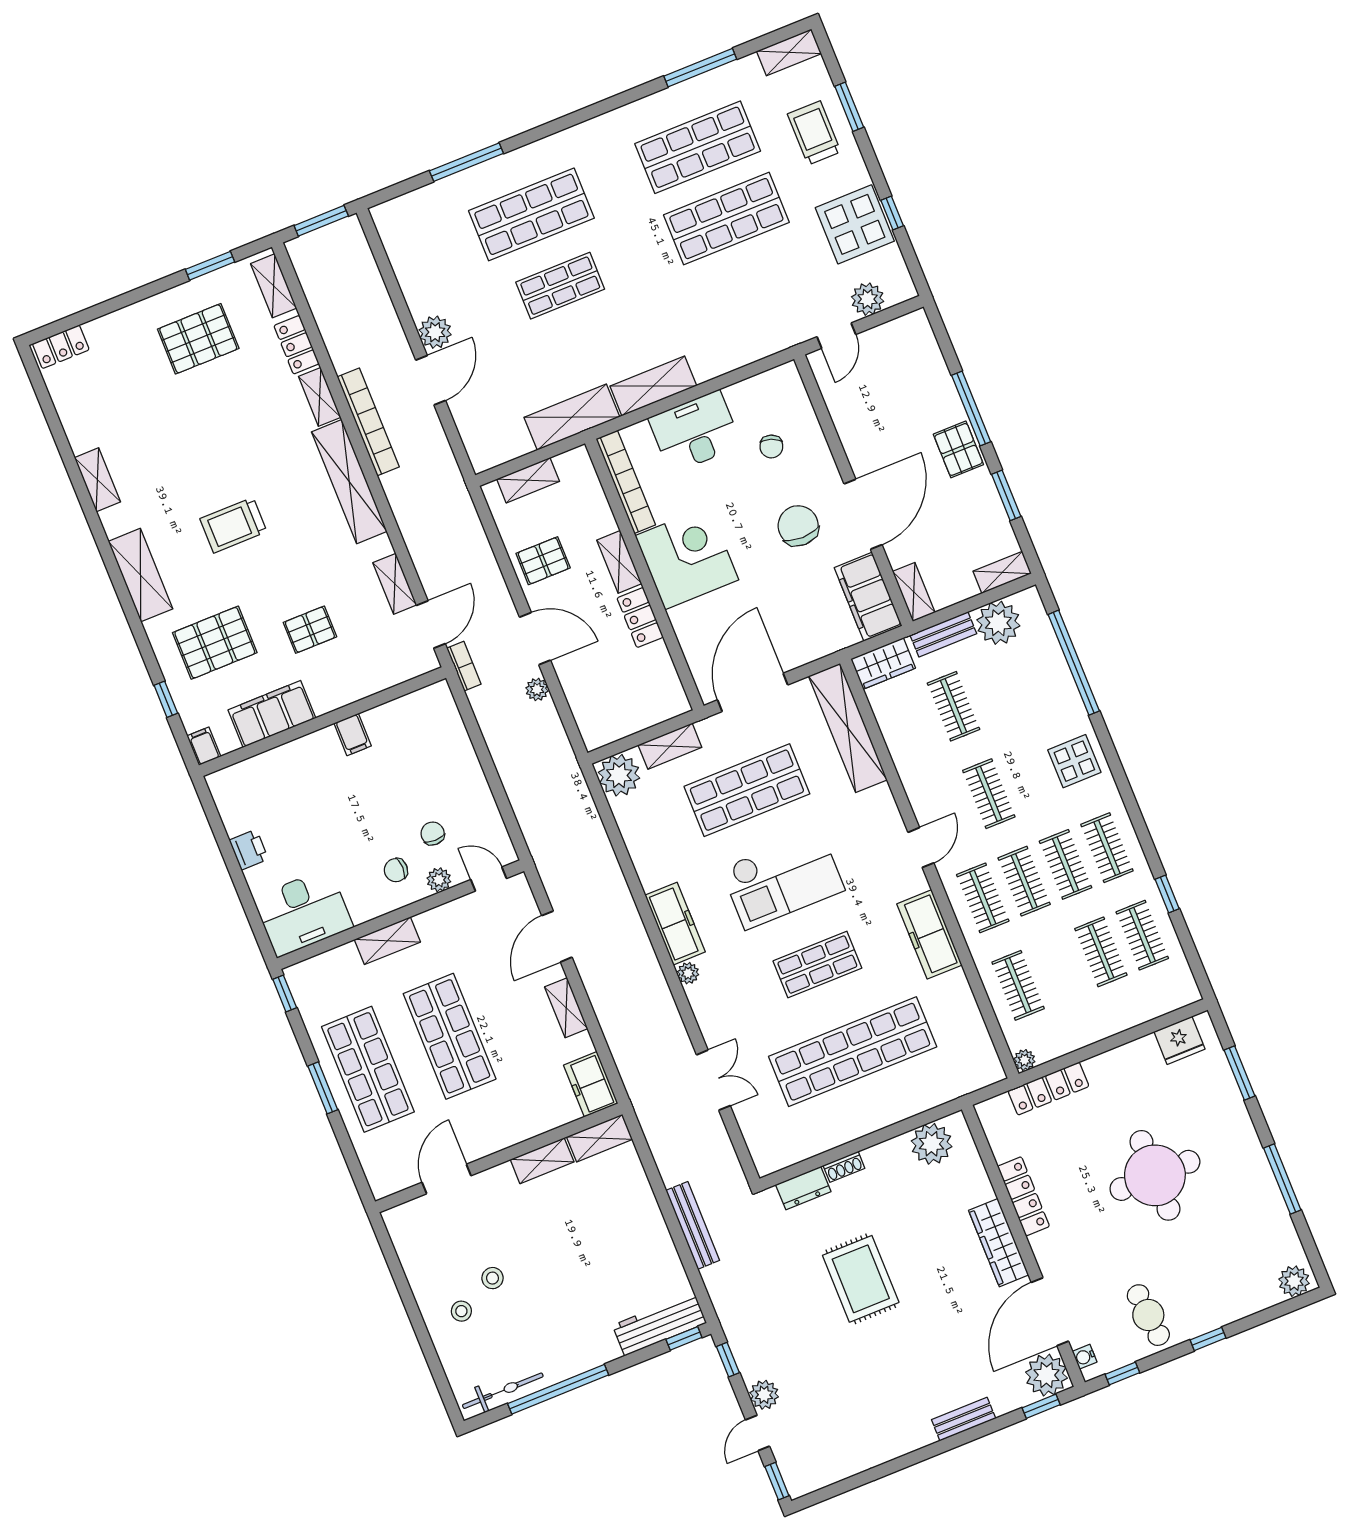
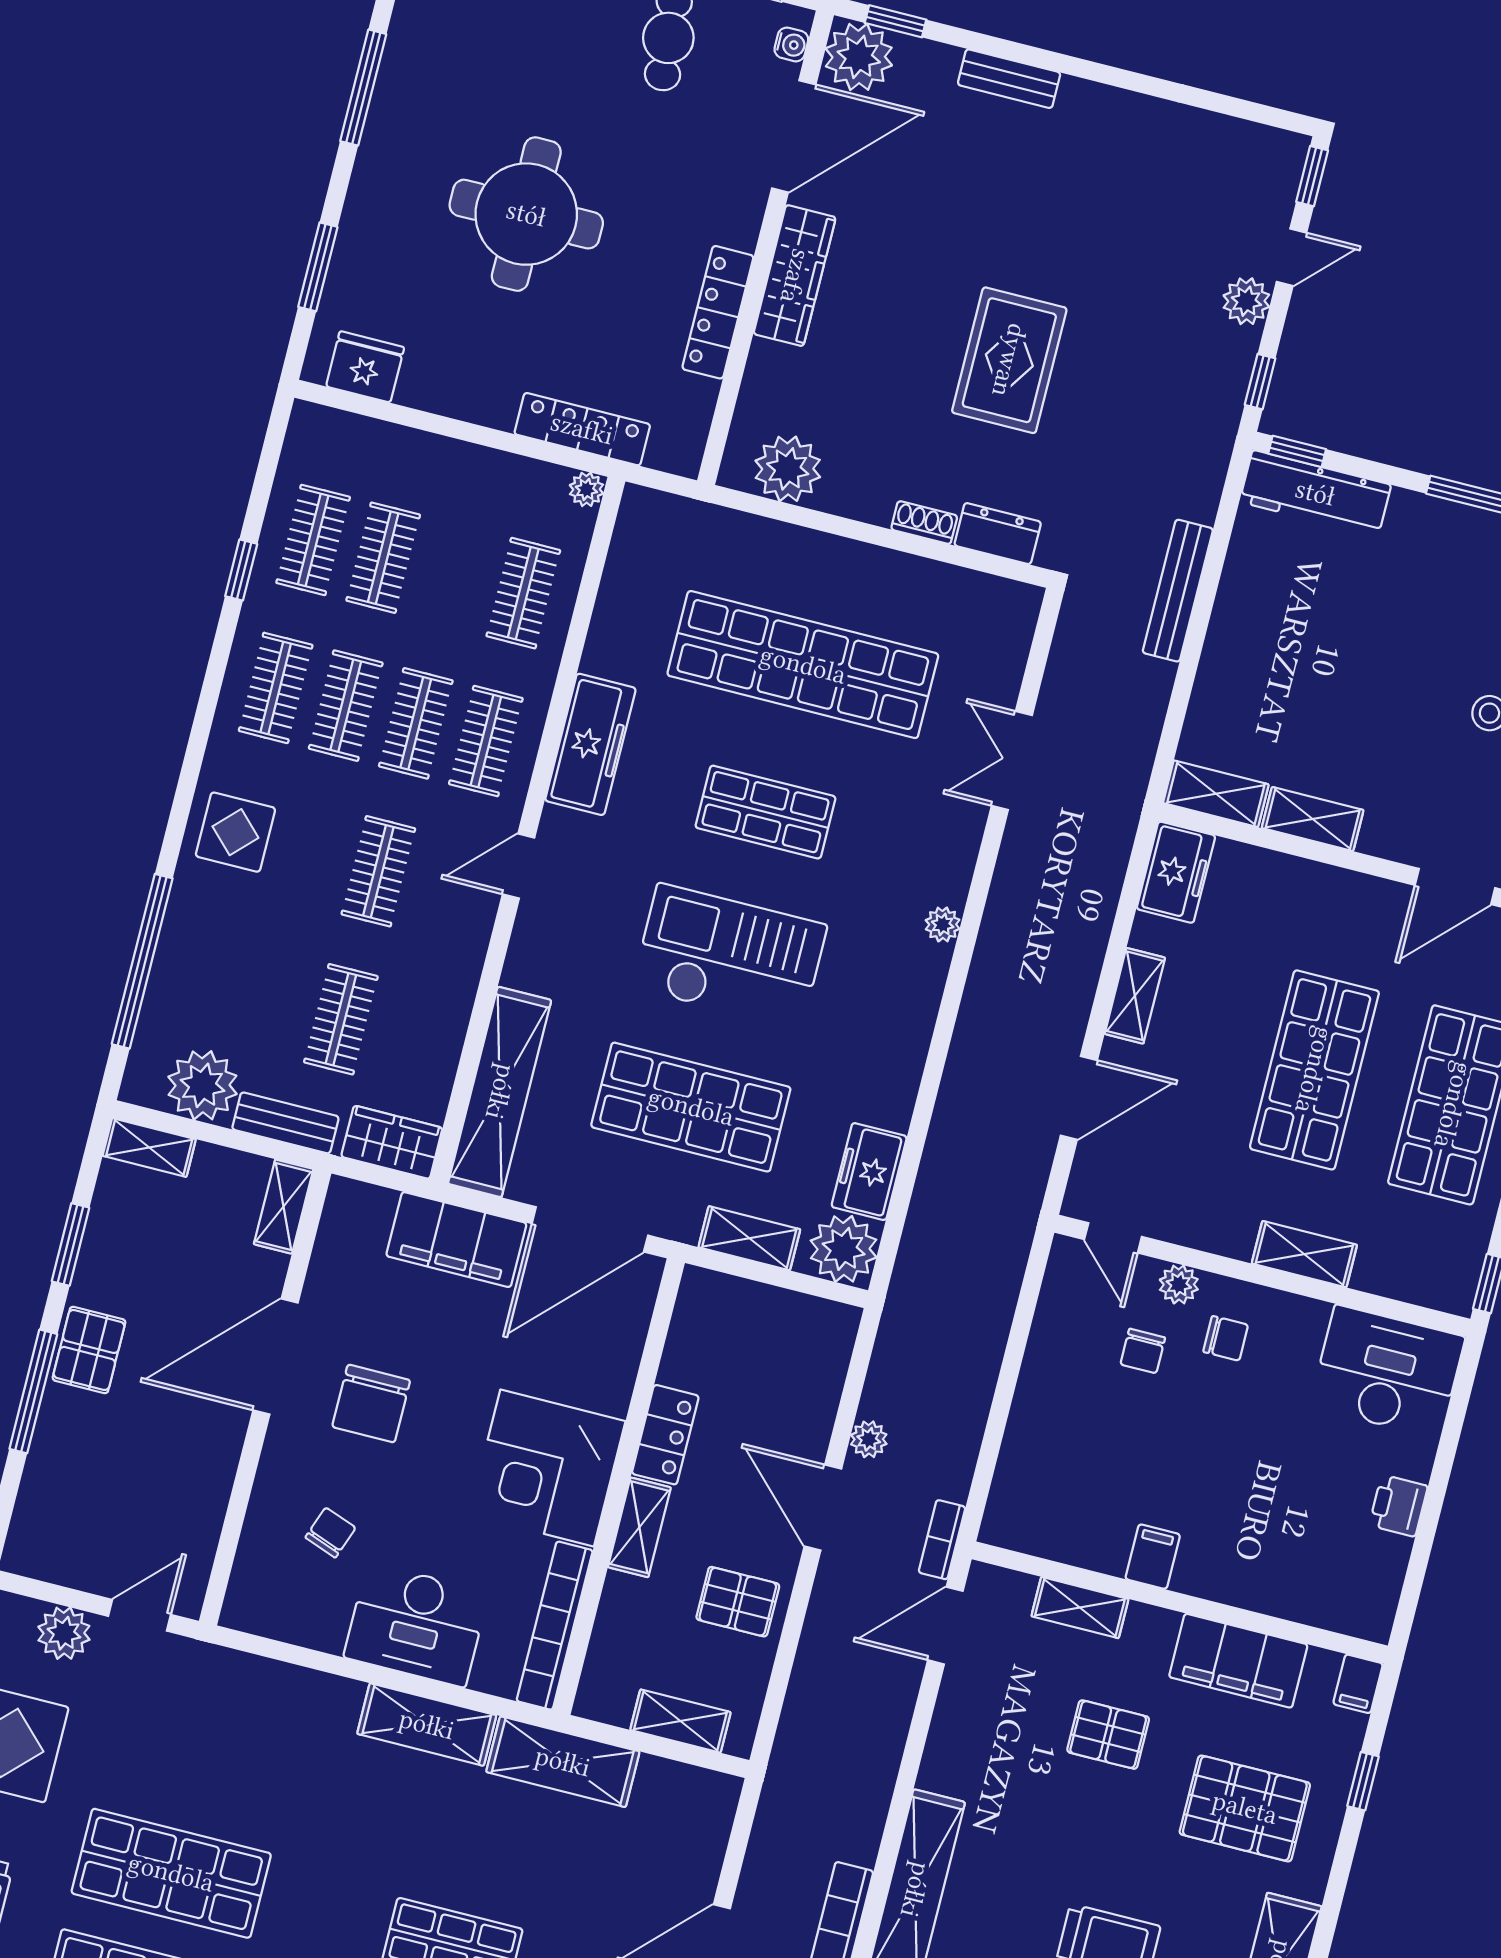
shelving: (395, 584) -> (1080, 1608), moved, turned 90
filing cabinet: (868, 597) -> (456, 1240), moved, turned 90
freezer: (675, 924) -> (869, 1172), moved, width x0.71

